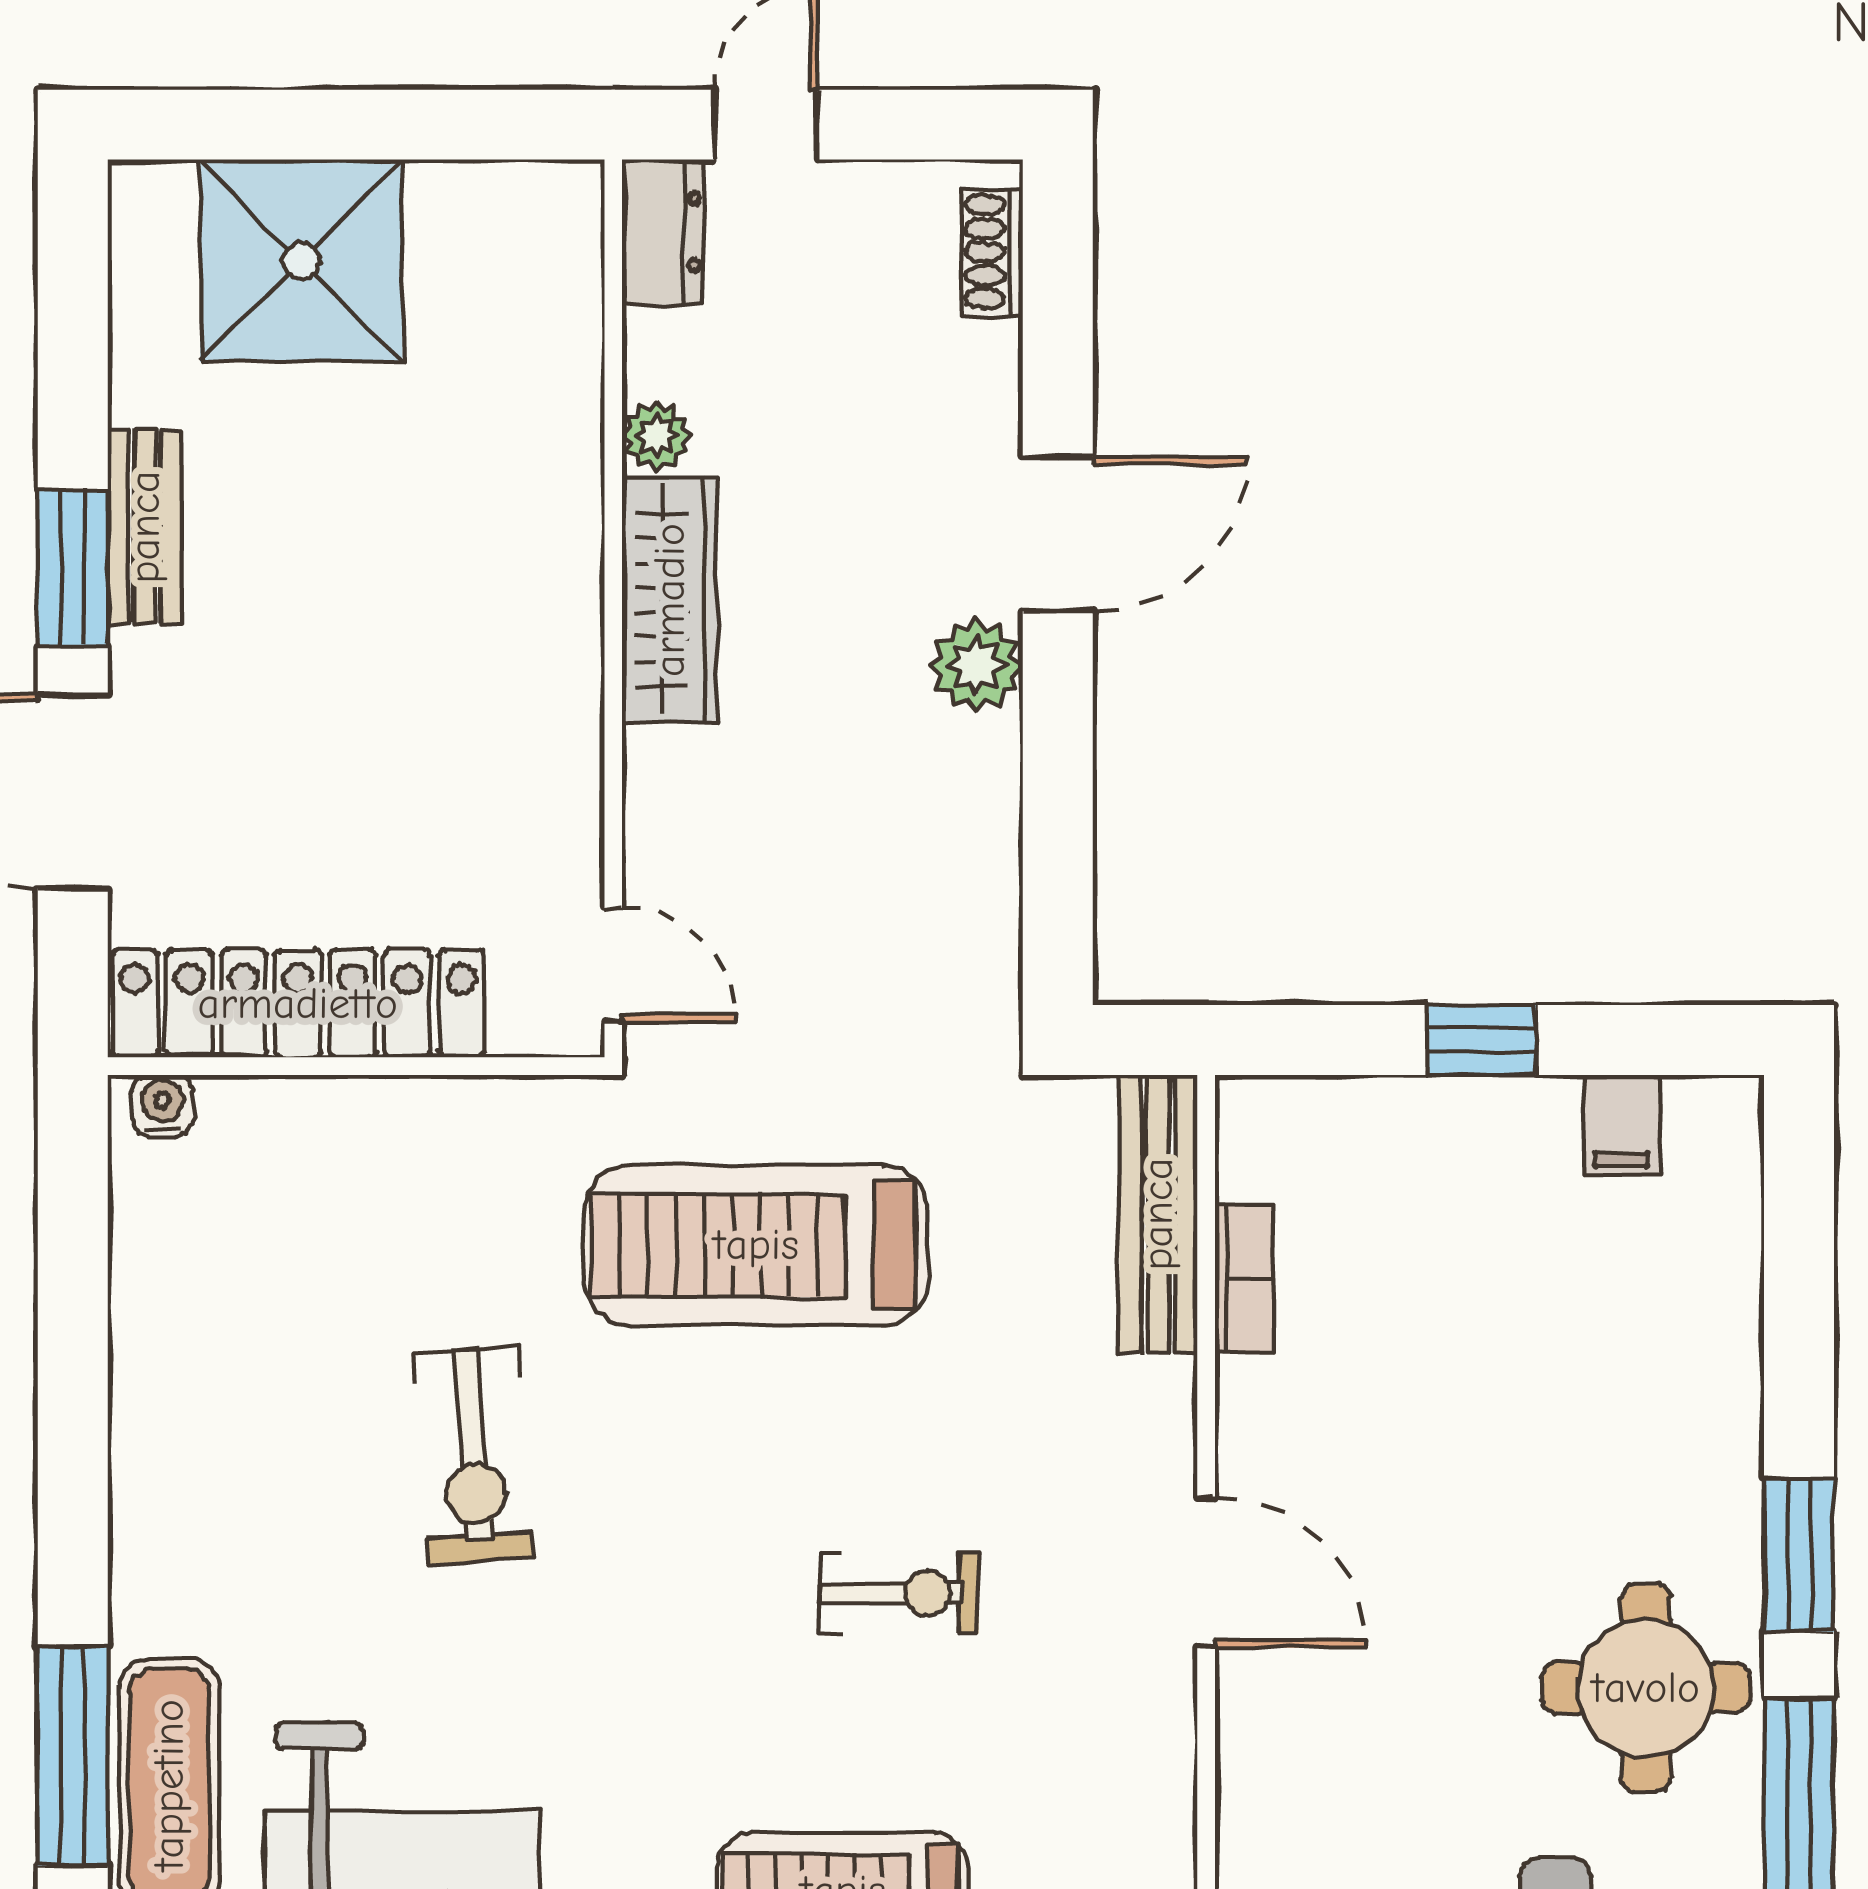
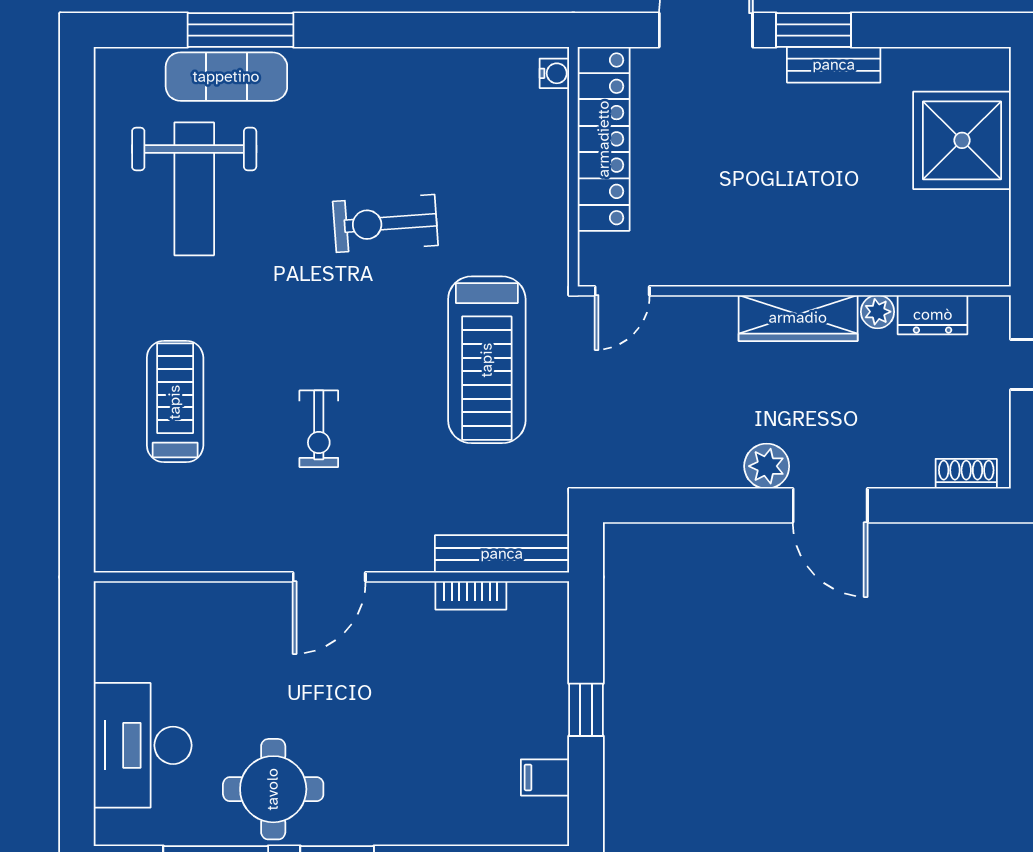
dresser: (663, 232) -> (933, 315), moved
treadmill: (756, 1245) -> (487, 360), turned 180

